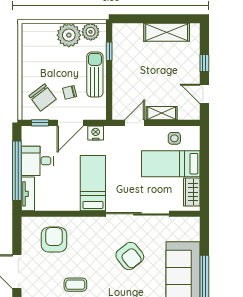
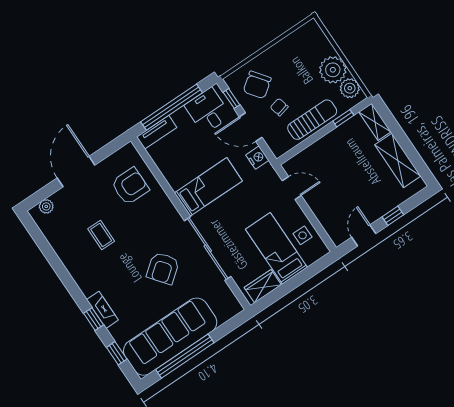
shelving: (162, 113) -> (375, 122), moved
desk: (37, 161) -> (208, 111), moved

